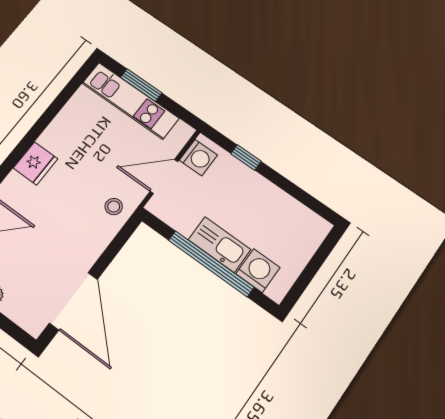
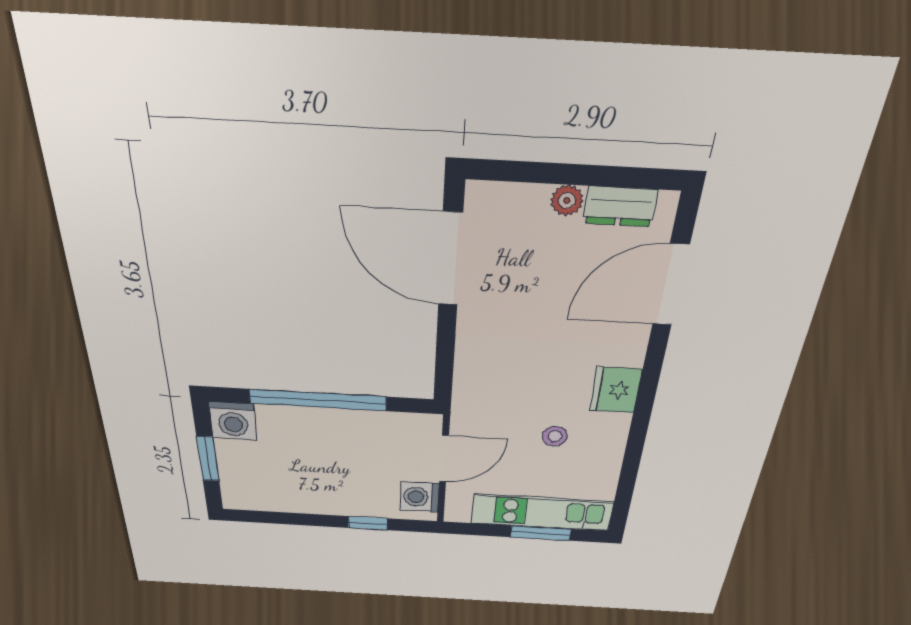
stool: (114, 207) -> (555, 436), moved
kitchen sink: (220, 245) -> (325, 425), removed
window: (313, 267) -> (208, 459), added
washing machine: (258, 271) -> (233, 421), moved

